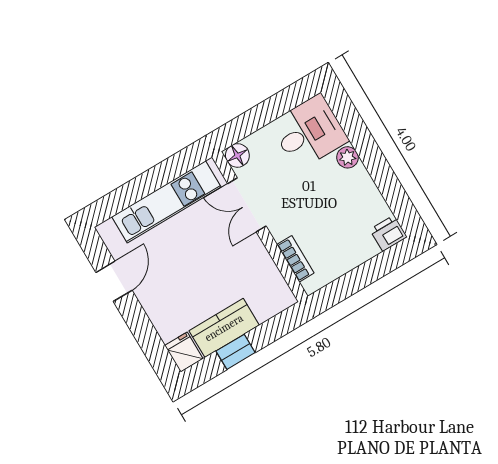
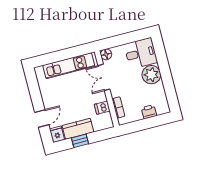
plant: (348, 157) -> (151, 75), width x1.88, depth x1.88
printer: (388, 233) -> (149, 112), moved
dishwasher: (262, 269) -> (102, 108), added
door: (114, 281) -> (42, 119), moved

